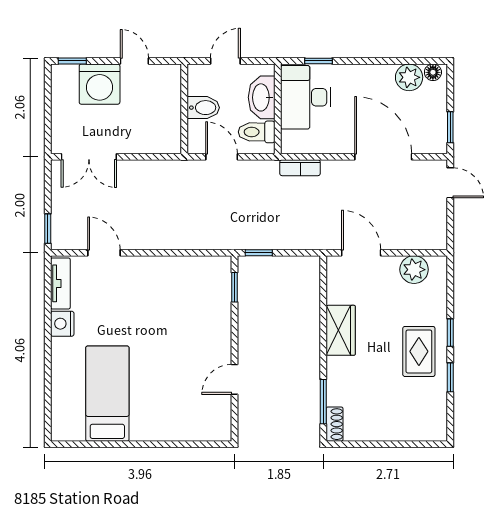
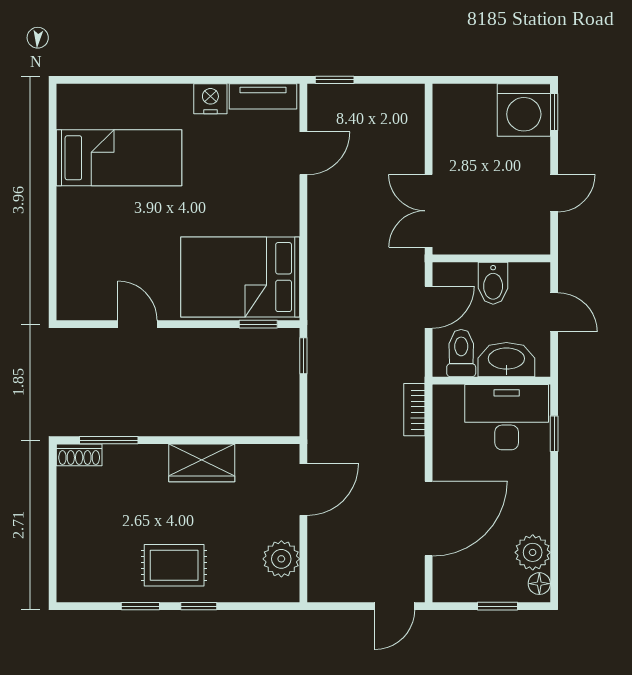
washing machine: (100, 84) -> (524, 110), moved, turned -90
window: (450, 127) -> (498, 606), moved
double door: (89, 157) -> (429, 211), moved
bed: (199, 301) -> (240, 277), added

